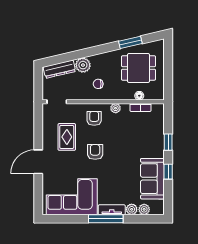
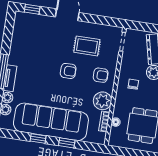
plant: (116, 108) -> (102, 101), width x1.87, depth x1.87
sofa: (152, 179) -> (51, 122), width x1.85, depth x1.27
corner sofa: (72, 197) -> (28, 42), removed
window: (38, 198) -> (32, 9), added

